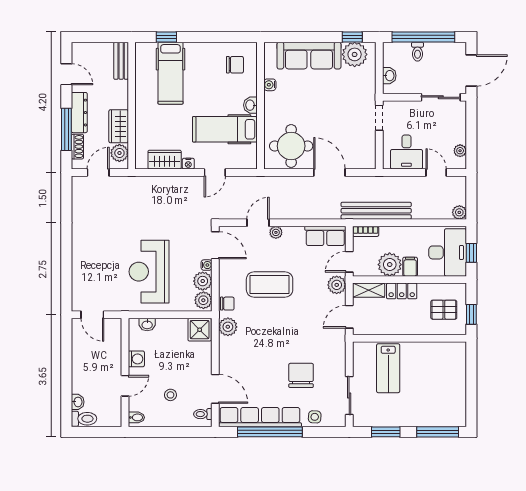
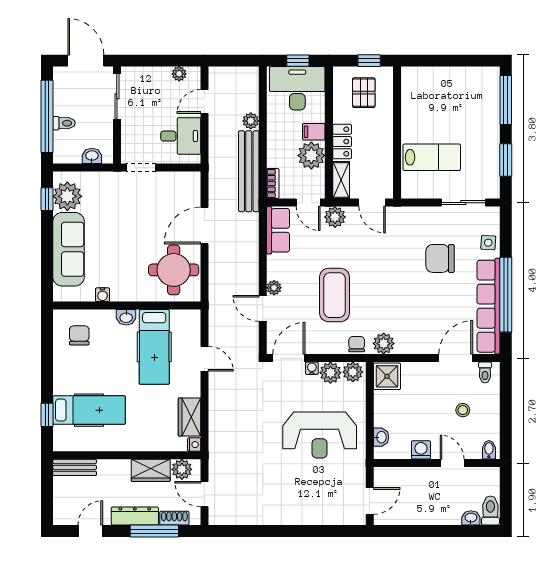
nightstand: (188, 164) -> (194, 445), moved
plant: (459, 212) -> (251, 121), moved

